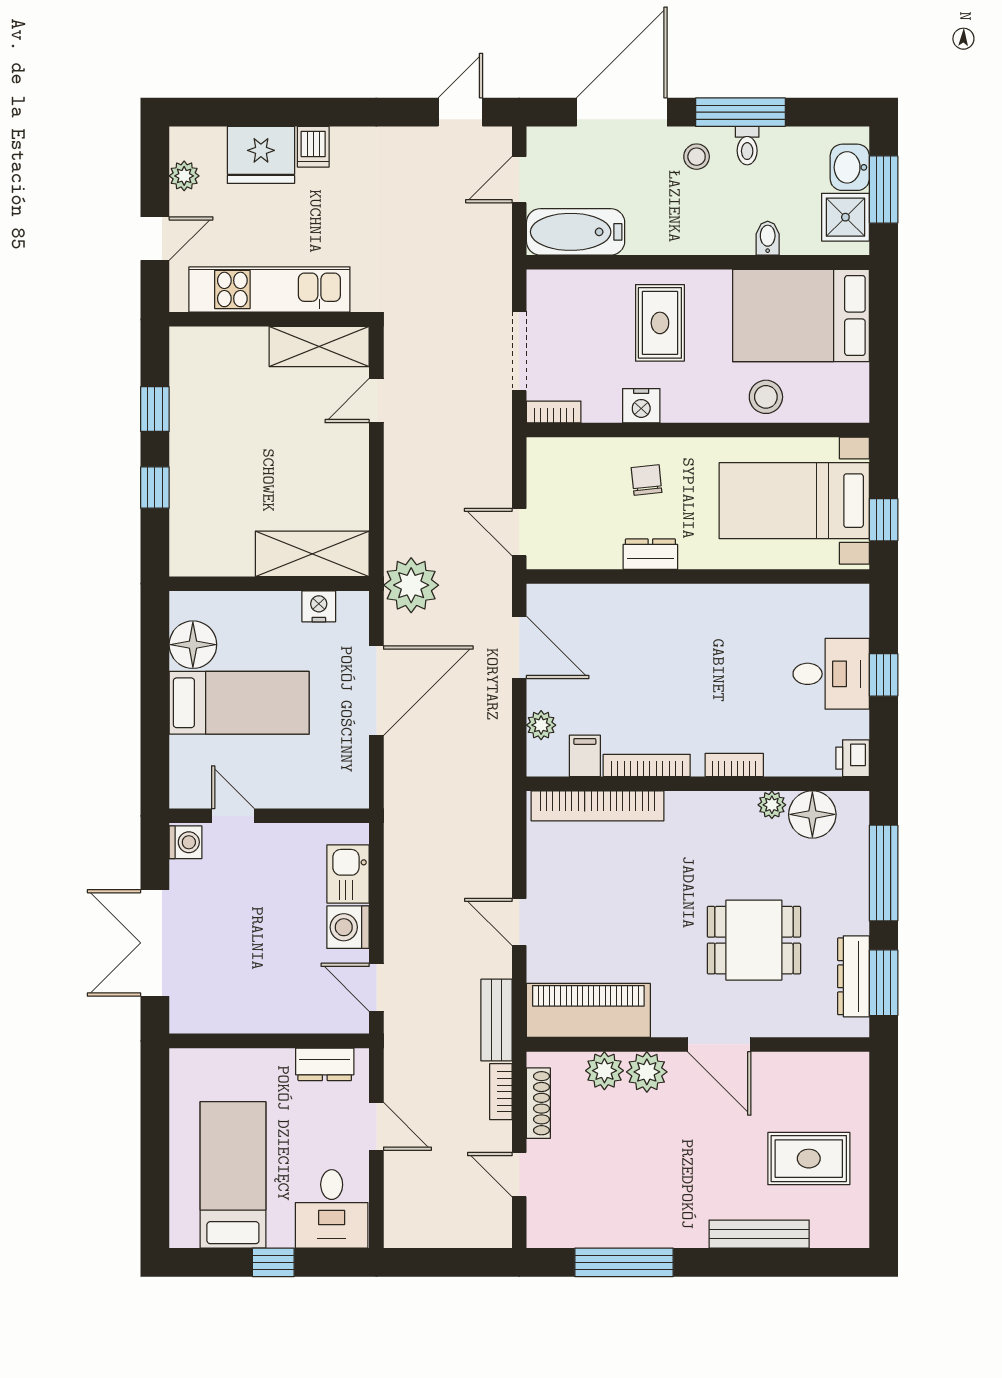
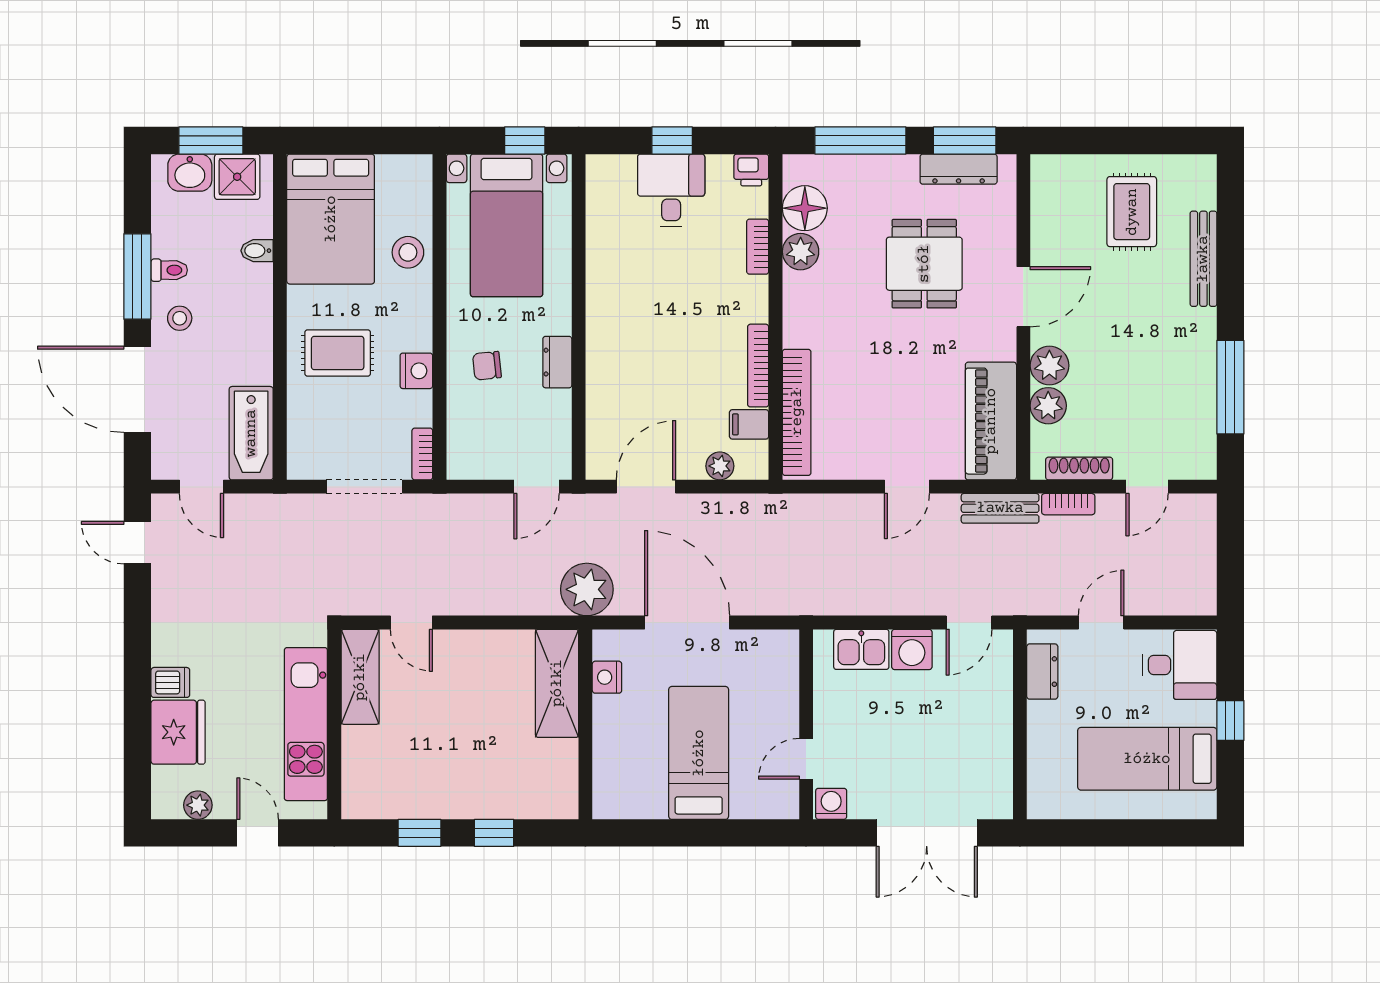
floor lamp: (193, 645) -> (643, 797), removed
bookcase: (734, 765) -> (758, 247), moved
plant: (772, 805) -> (801, 252), width x1.38, depth x1.38

